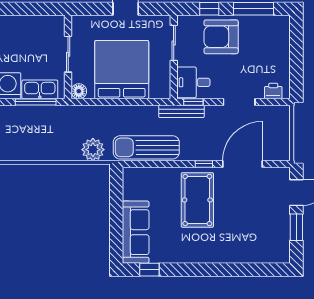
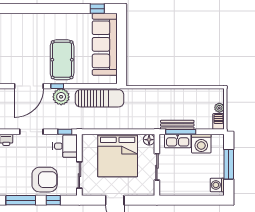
bench: (181, 111) -> (177, 125), moved
plant: (93, 150) -> (61, 97), moved
sofa: (136, 232) -> (105, 44), width x1.36, depth x1.27

